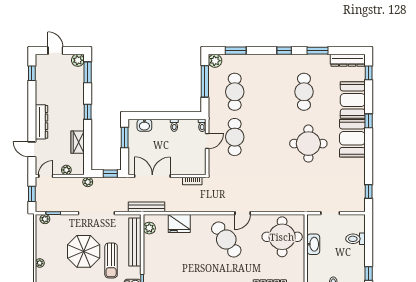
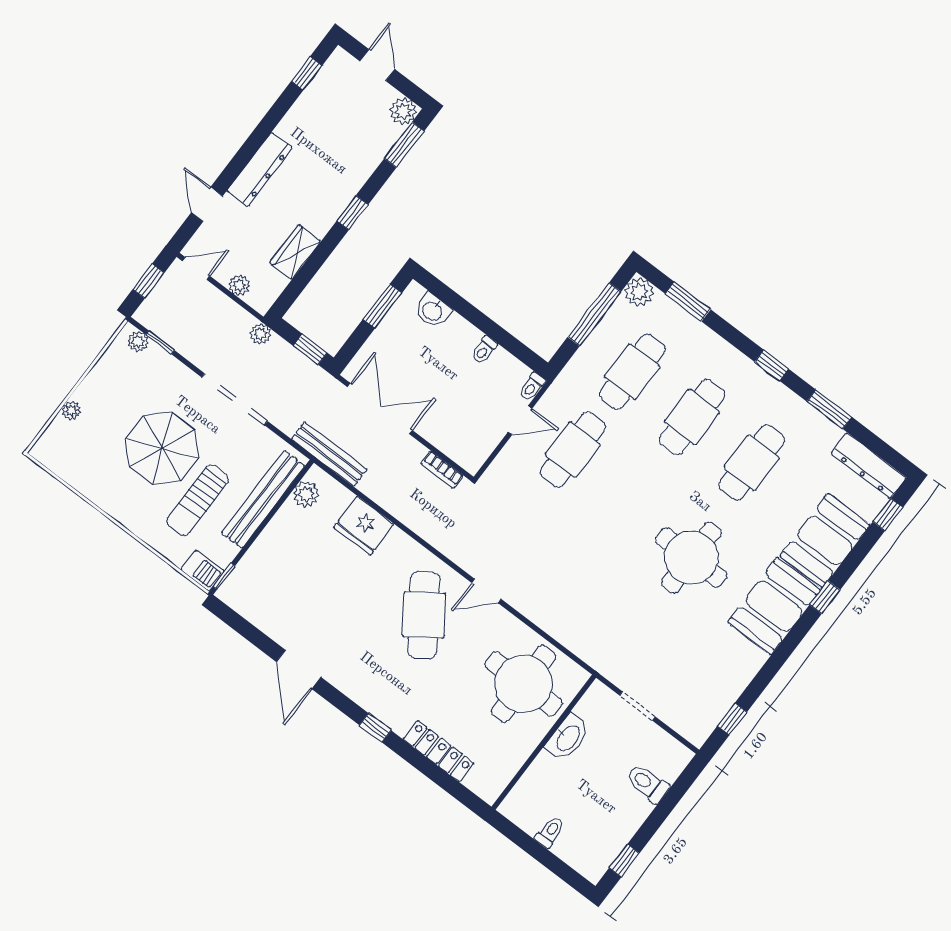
cafe table: (269, 92) -> (692, 417), added

